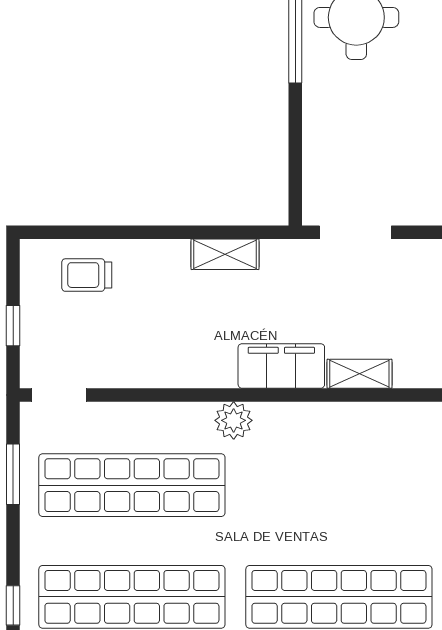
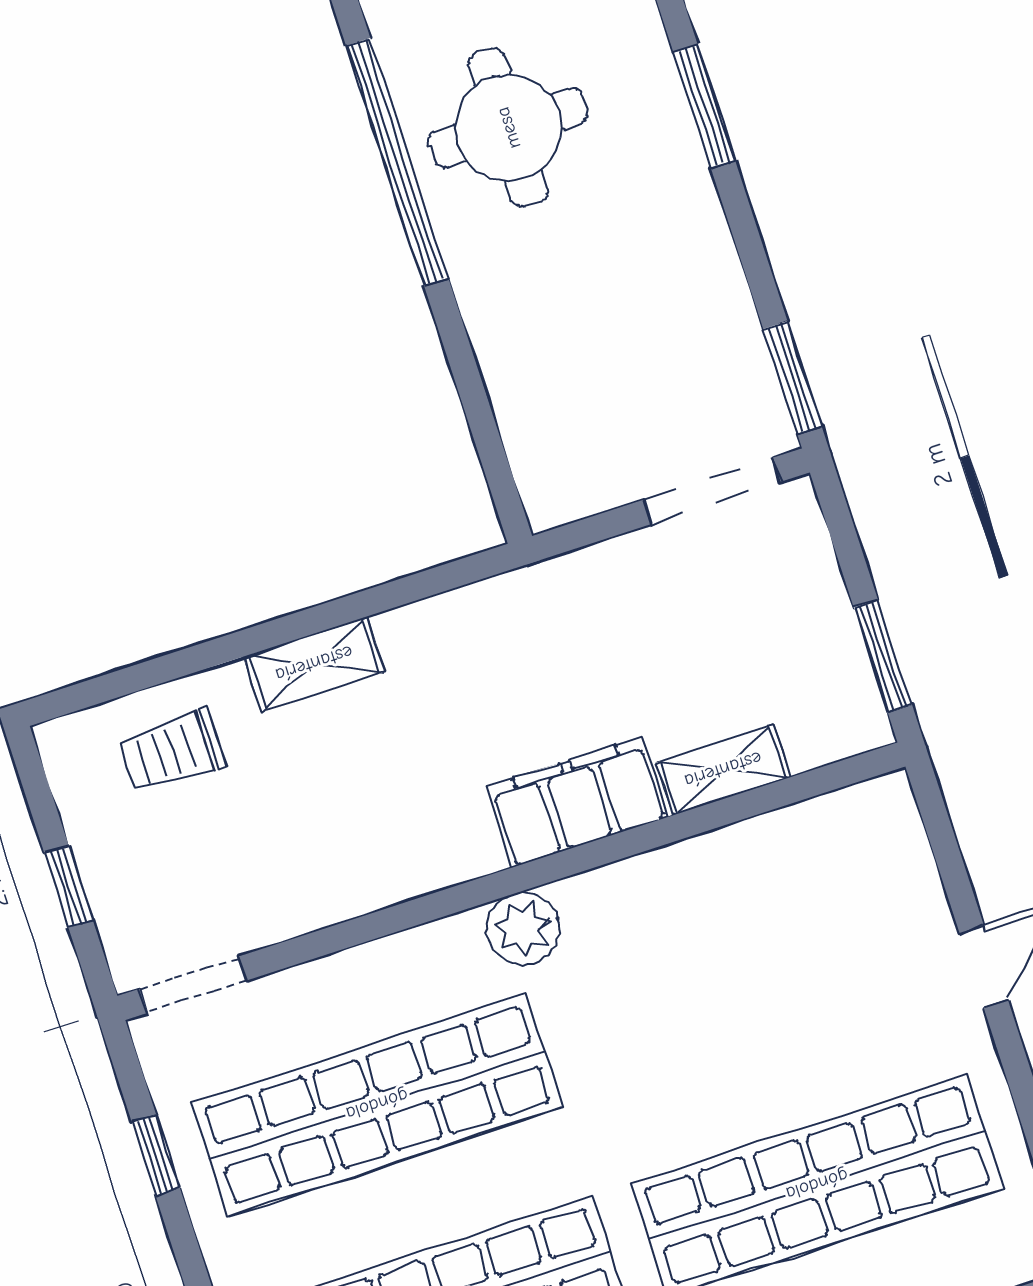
doorway: (355, 232) -> (712, 491), moved
shelving: (225, 254) -> (314, 664), moved
window: (13, 474) -> (156, 1155), width x0.67

